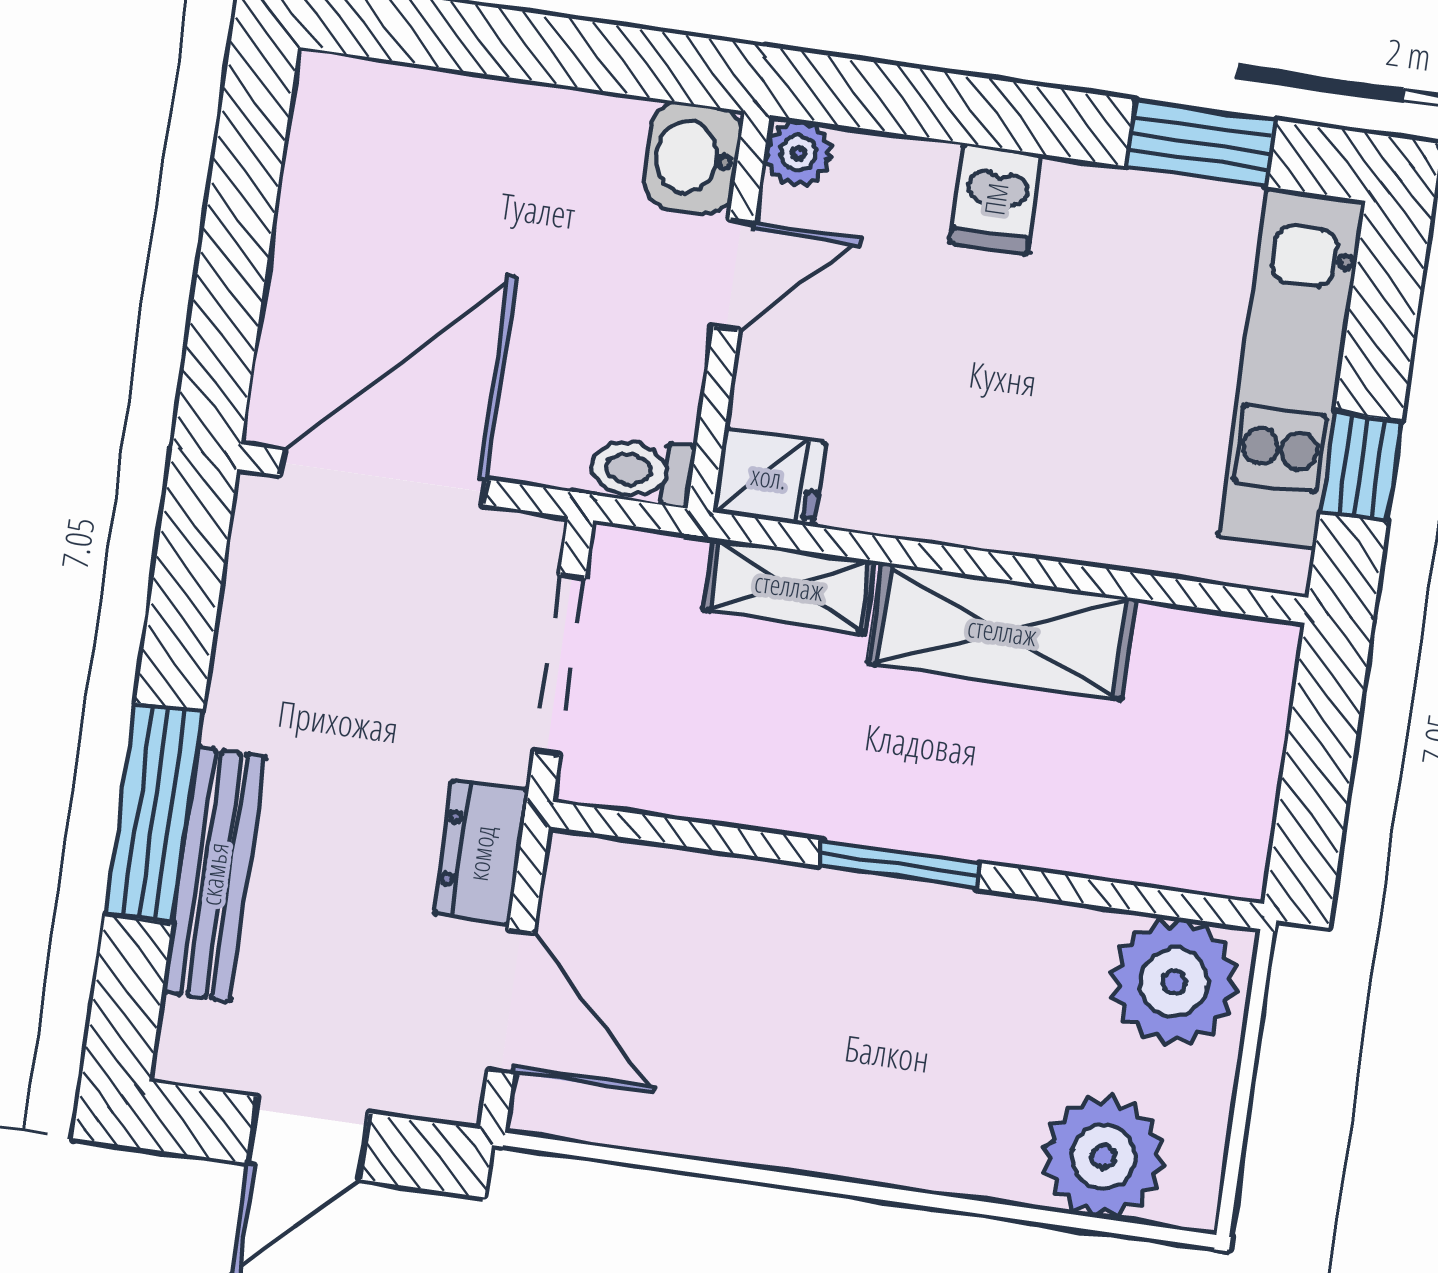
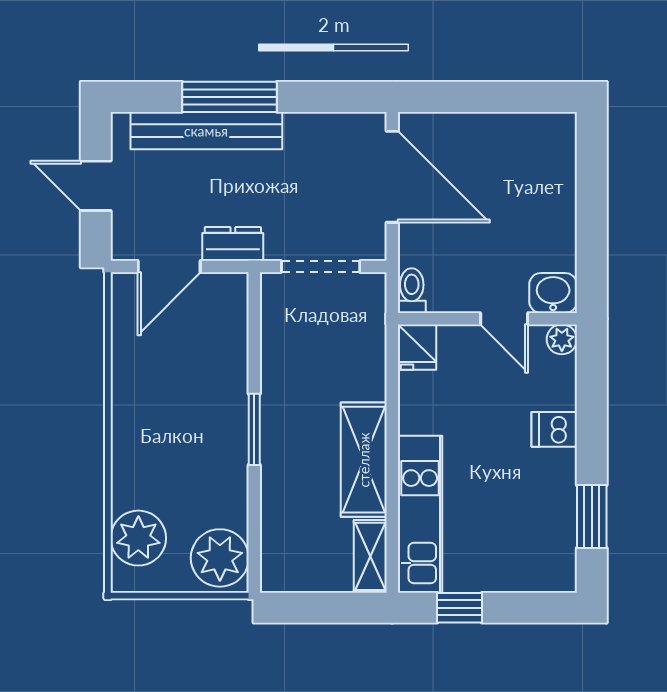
kitchen unit: (1291, 368) -> (420, 514), moved, turned 90
shelving: (789, 586) -> (370, 556), moved
bench: (214, 874) -> (206, 131), width x1.37, depth x1.21

